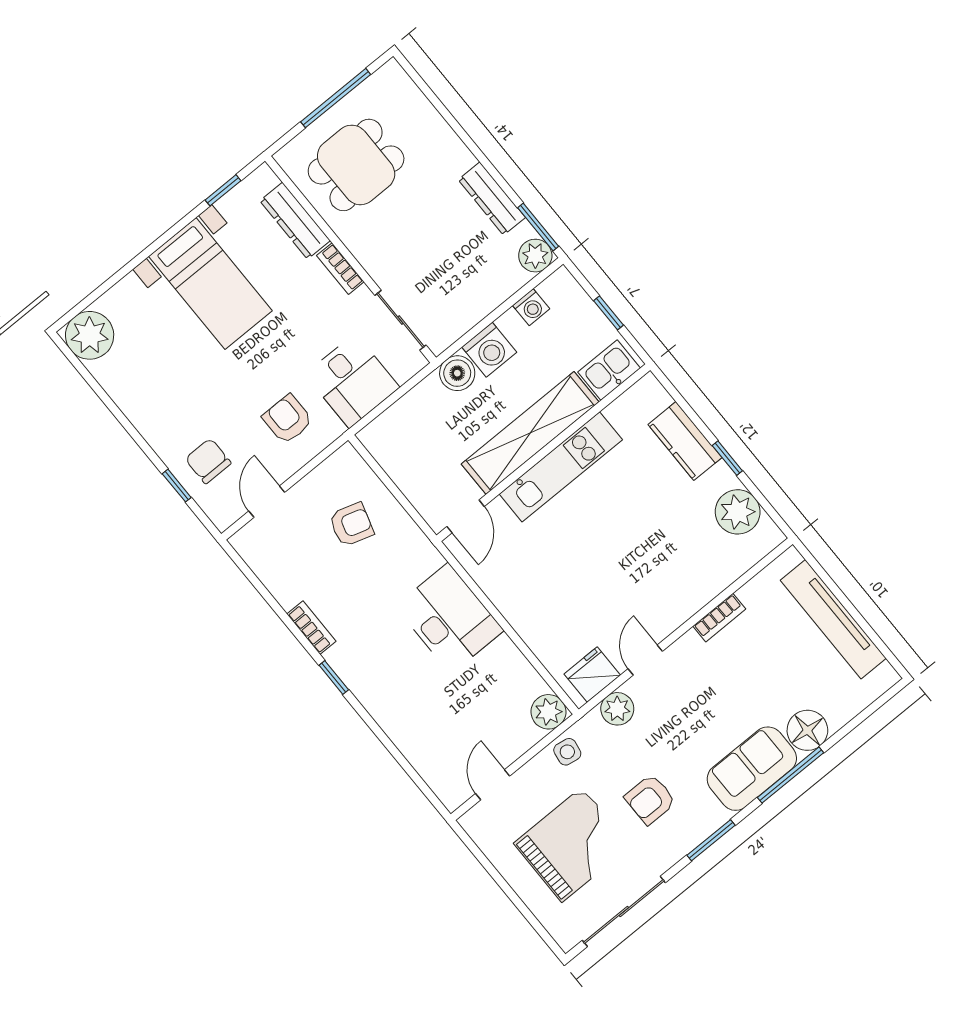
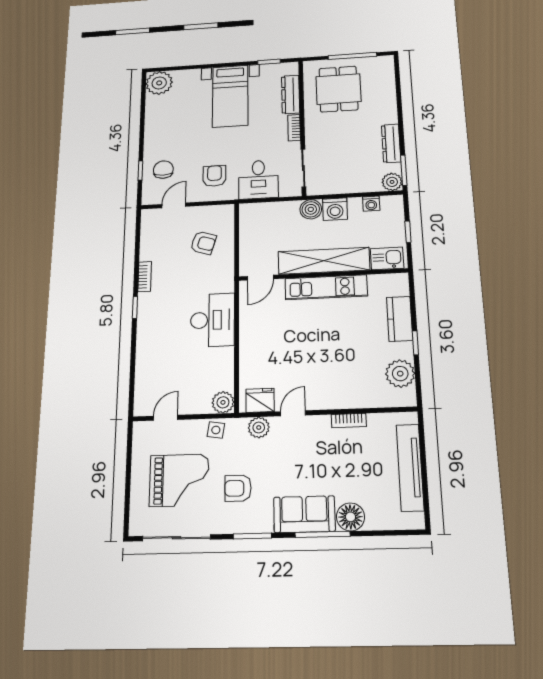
dining table: (356, 165) -> (338, 89), turned 90

